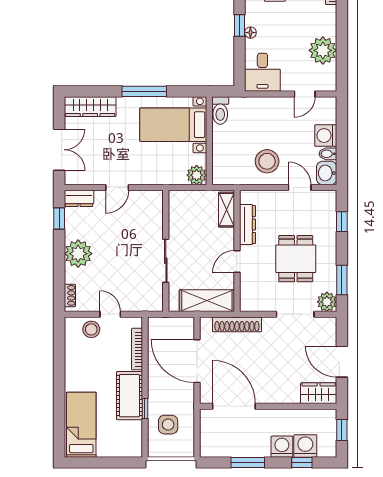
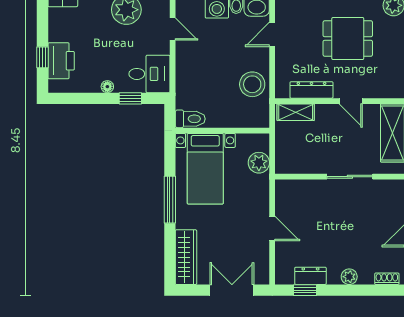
window: (240, 26) -> (130, 98), moved
stool: (267, 161) -> (252, 84), moved
plant: (197, 175) -> (259, 163), moved
dresser: (79, 198) -> (310, 276), moved, turned -90
plant: (78, 254) -> (349, 277), width x0.53, depth x0.53

